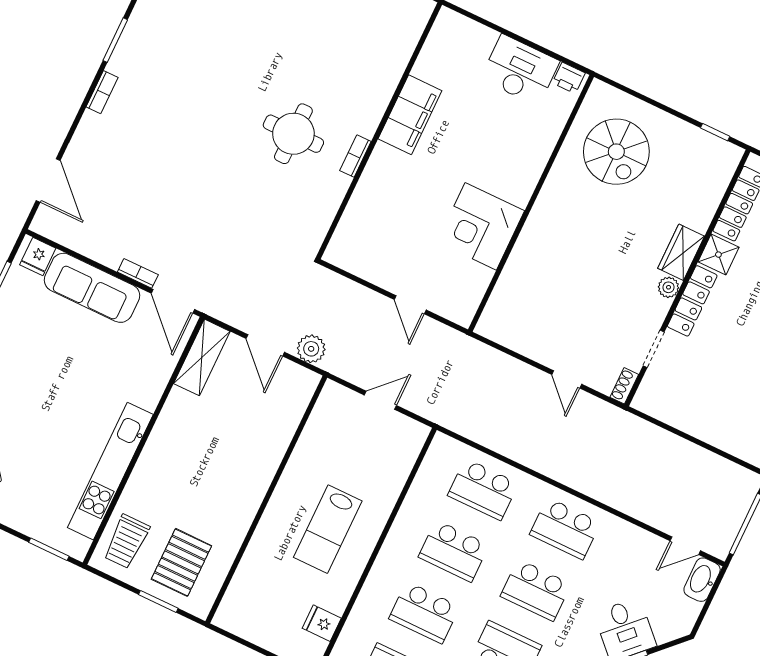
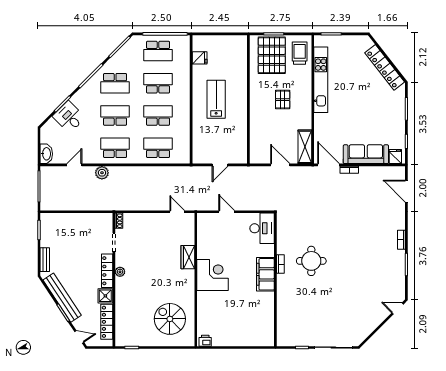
desk: (520, 70) -> (262, 228), moved, turned -90
filing cabinet: (410, 115) -> (265, 274), moved
corner desk: (481, 226) -> (213, 275), moved
wardrobe: (681, 252) -> (188, 257), moved, turned 180
plant: (311, 349) -> (102, 173), moved
door: (567, 379) -> (177, 212), moved
pallet: (201, 468) -> (283, 100), added
door: (685, 546) -> (74, 165), moved
pallet: (181, 562) -> (272, 55), width x1.37, depth x1.41

